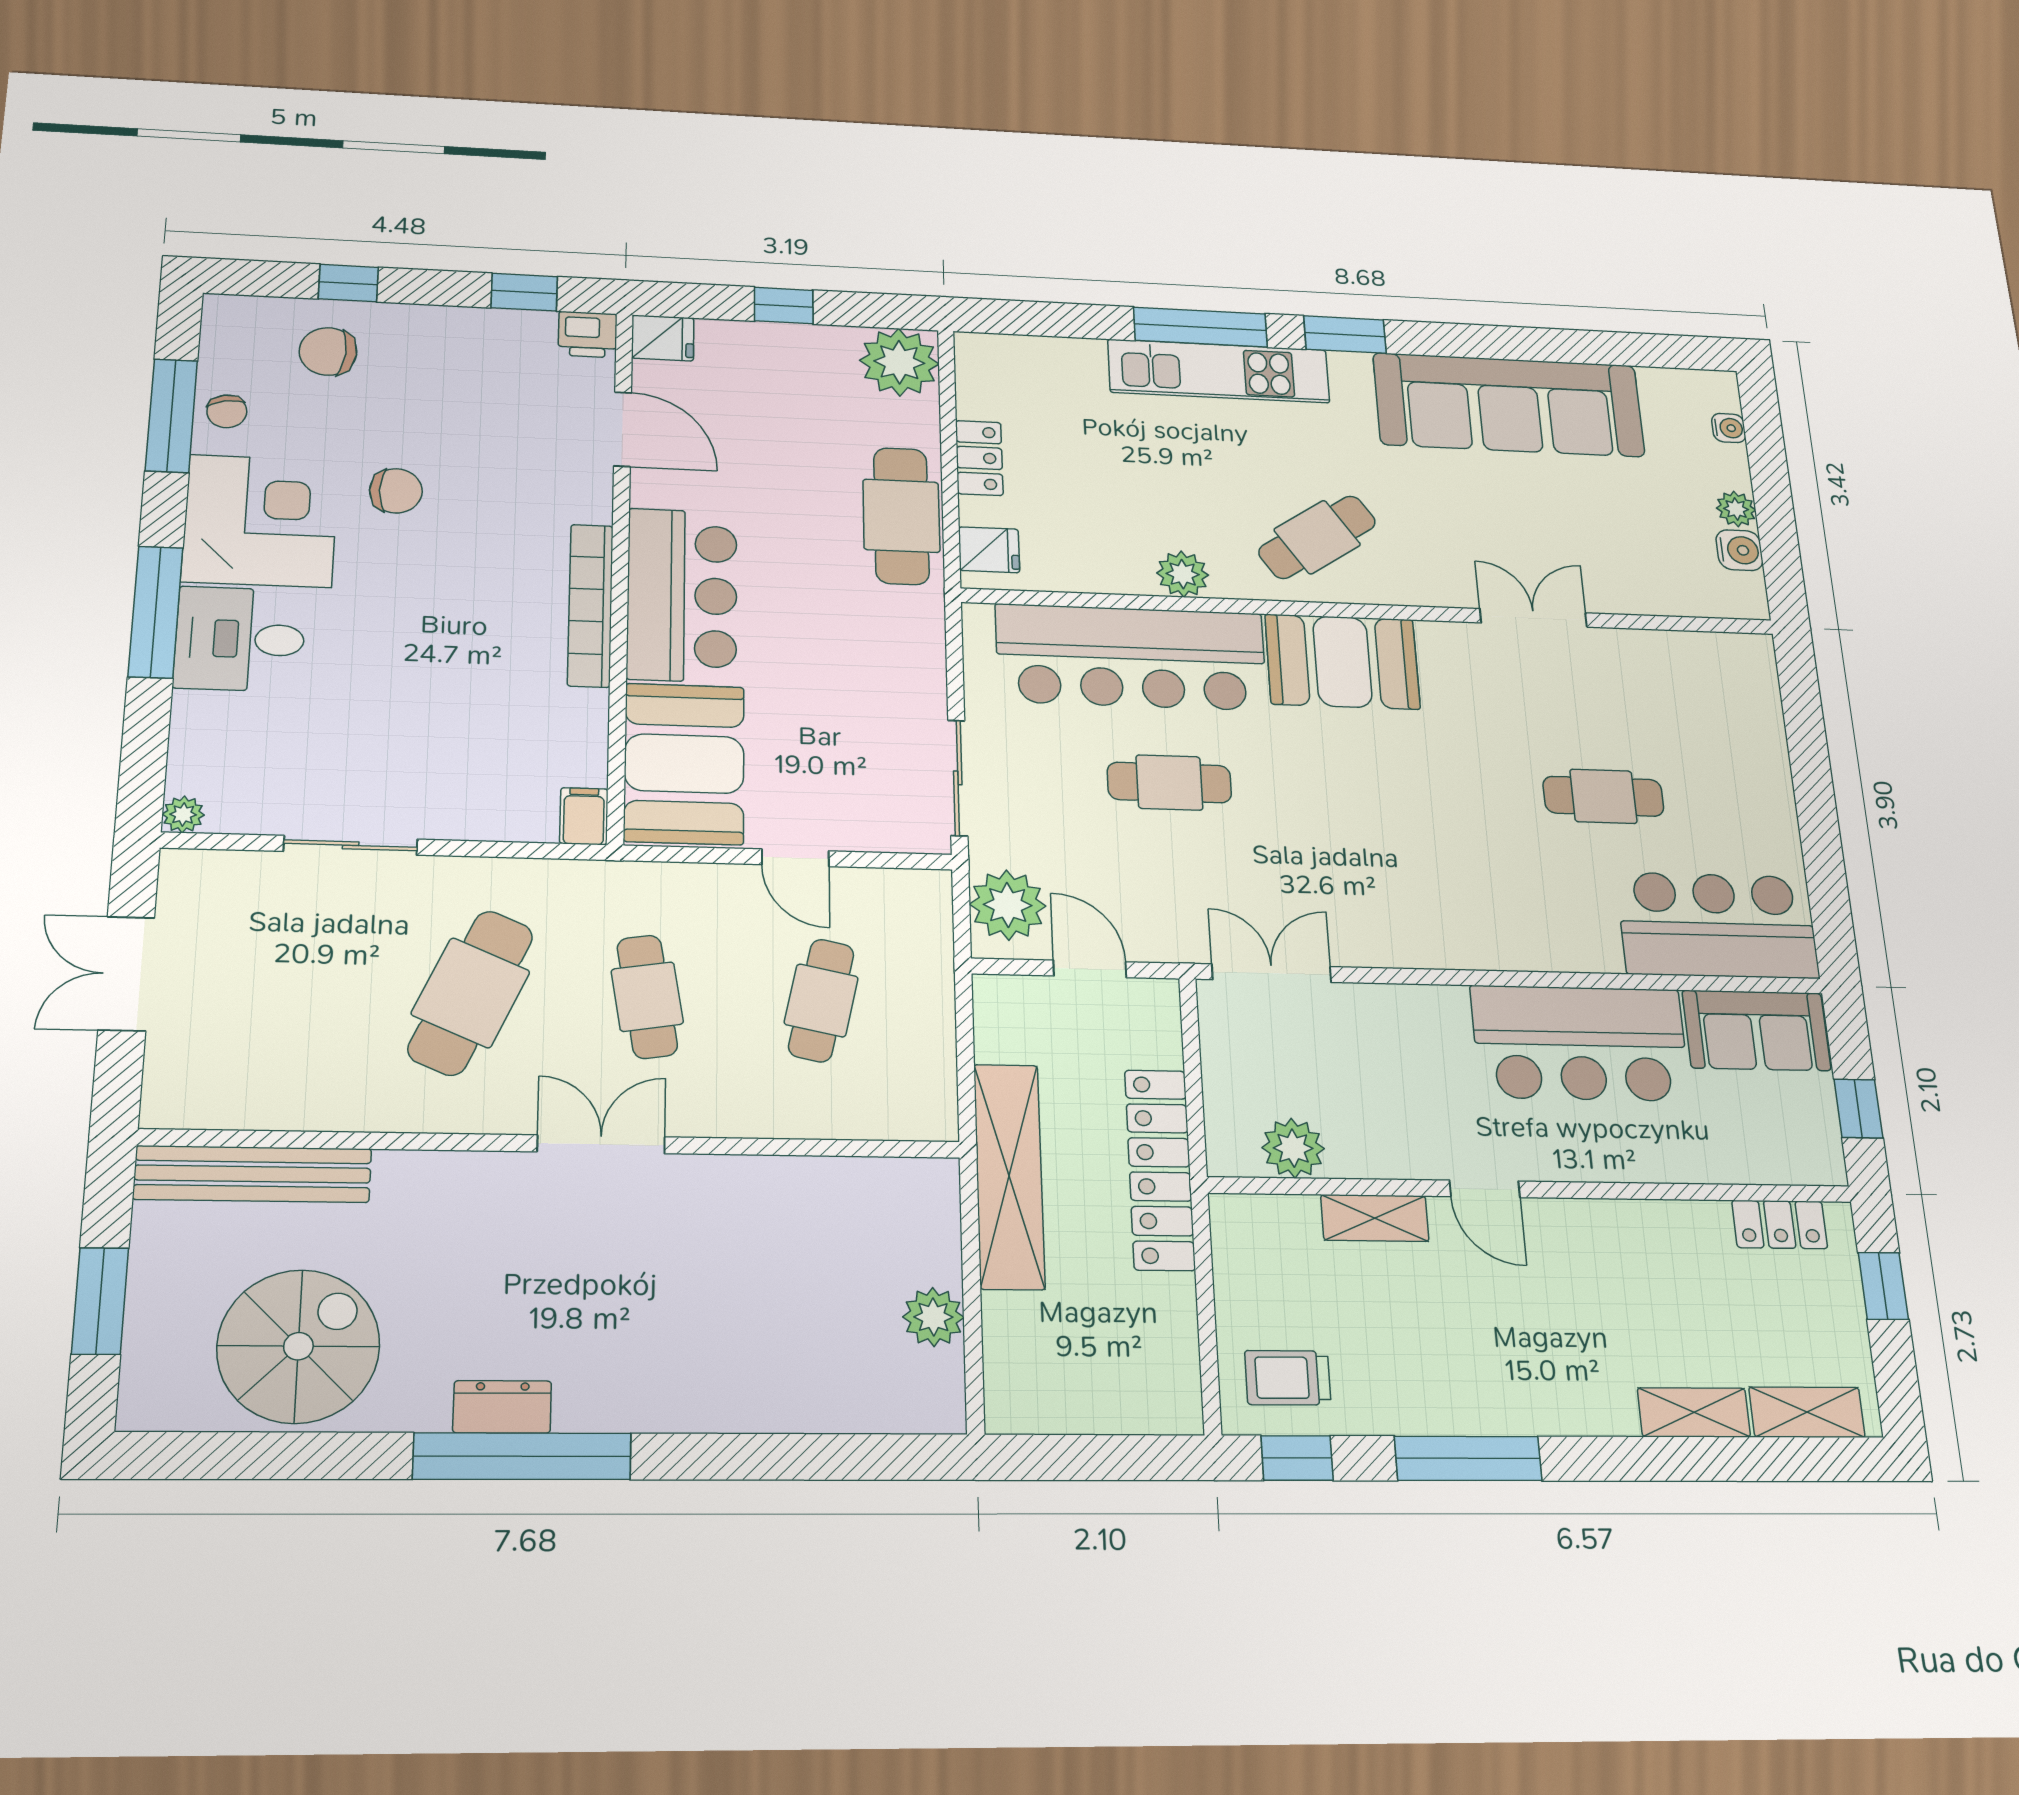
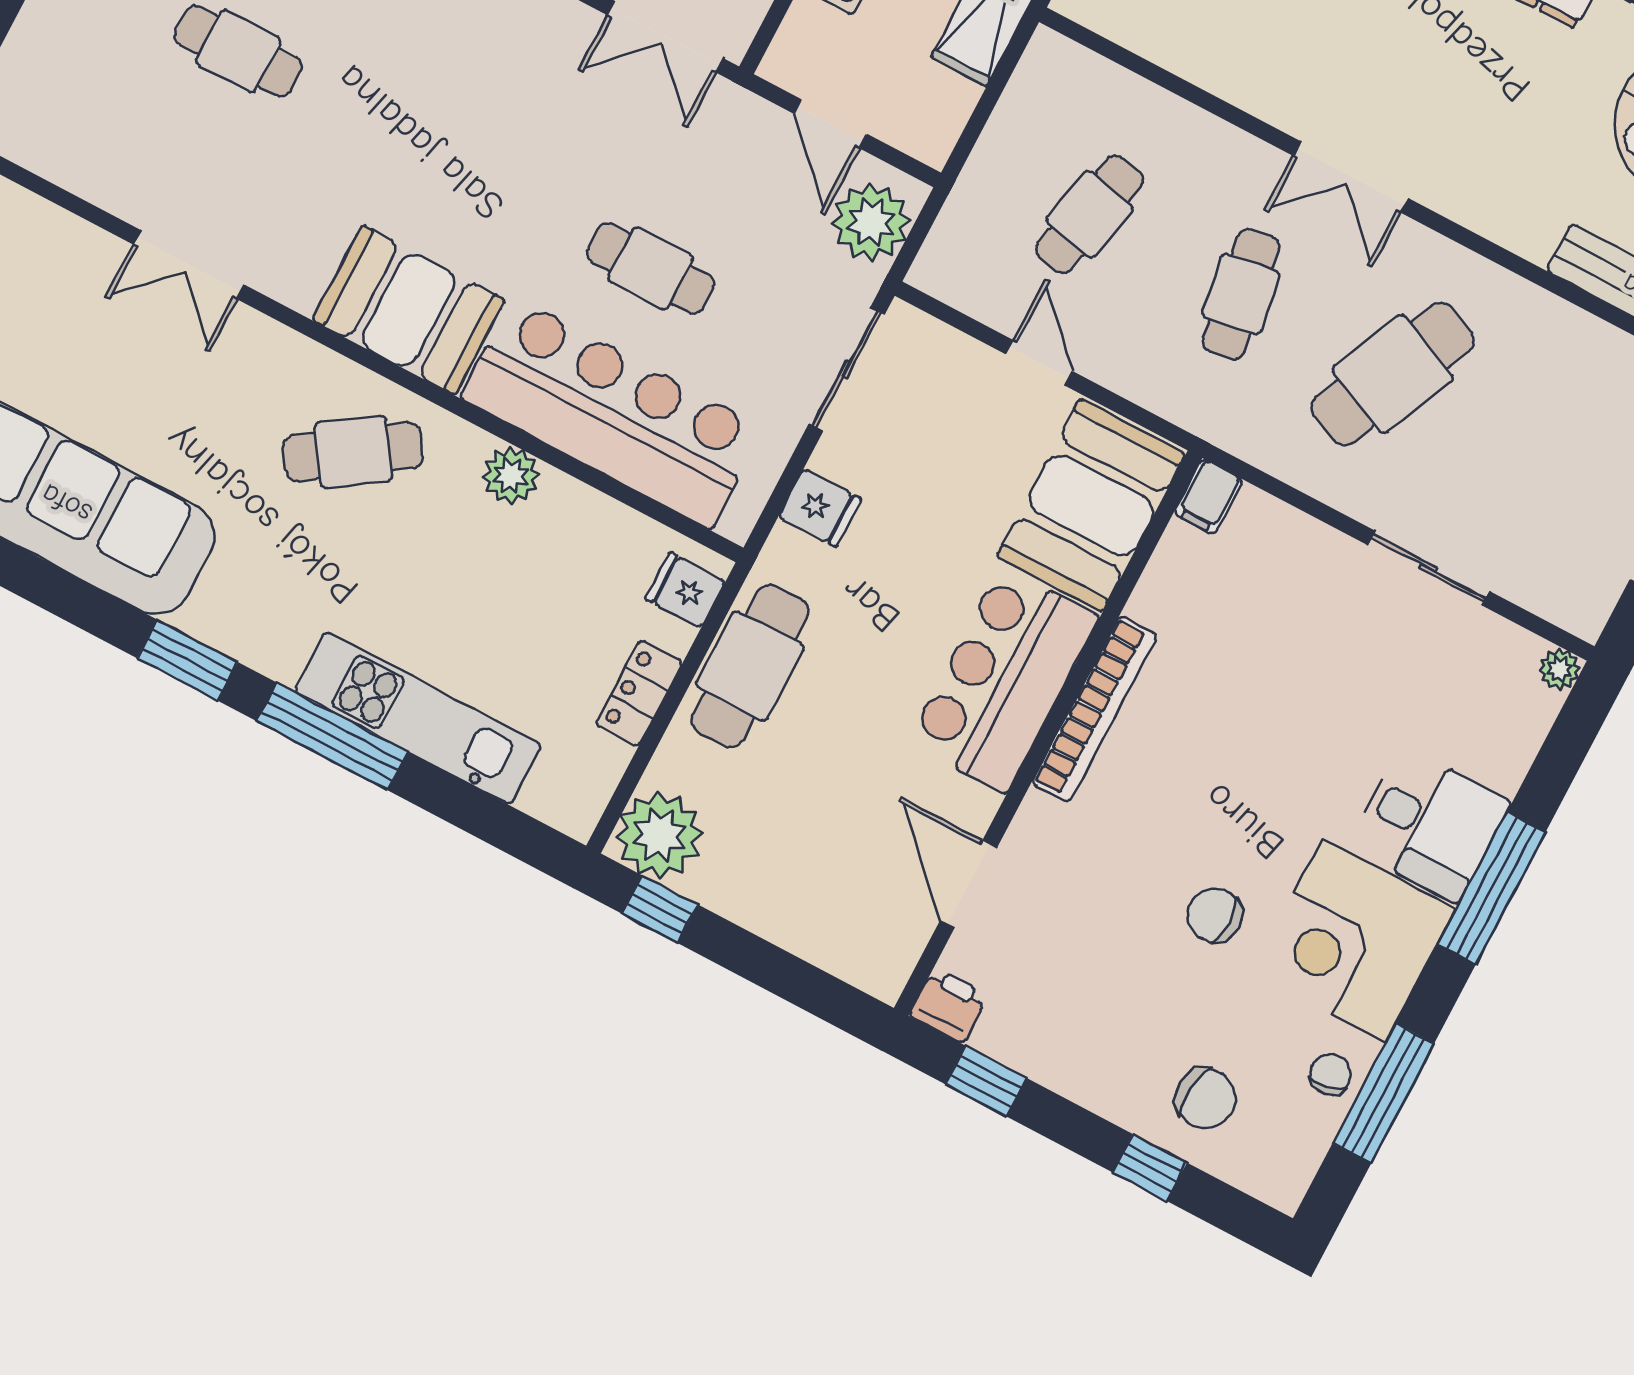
window: (784, 306) -> (660, 909), moved
fridge: (663, 338) -> (820, 508), moved, turned 180
kitchen unit: (1219, 371) -> (418, 718), moved

